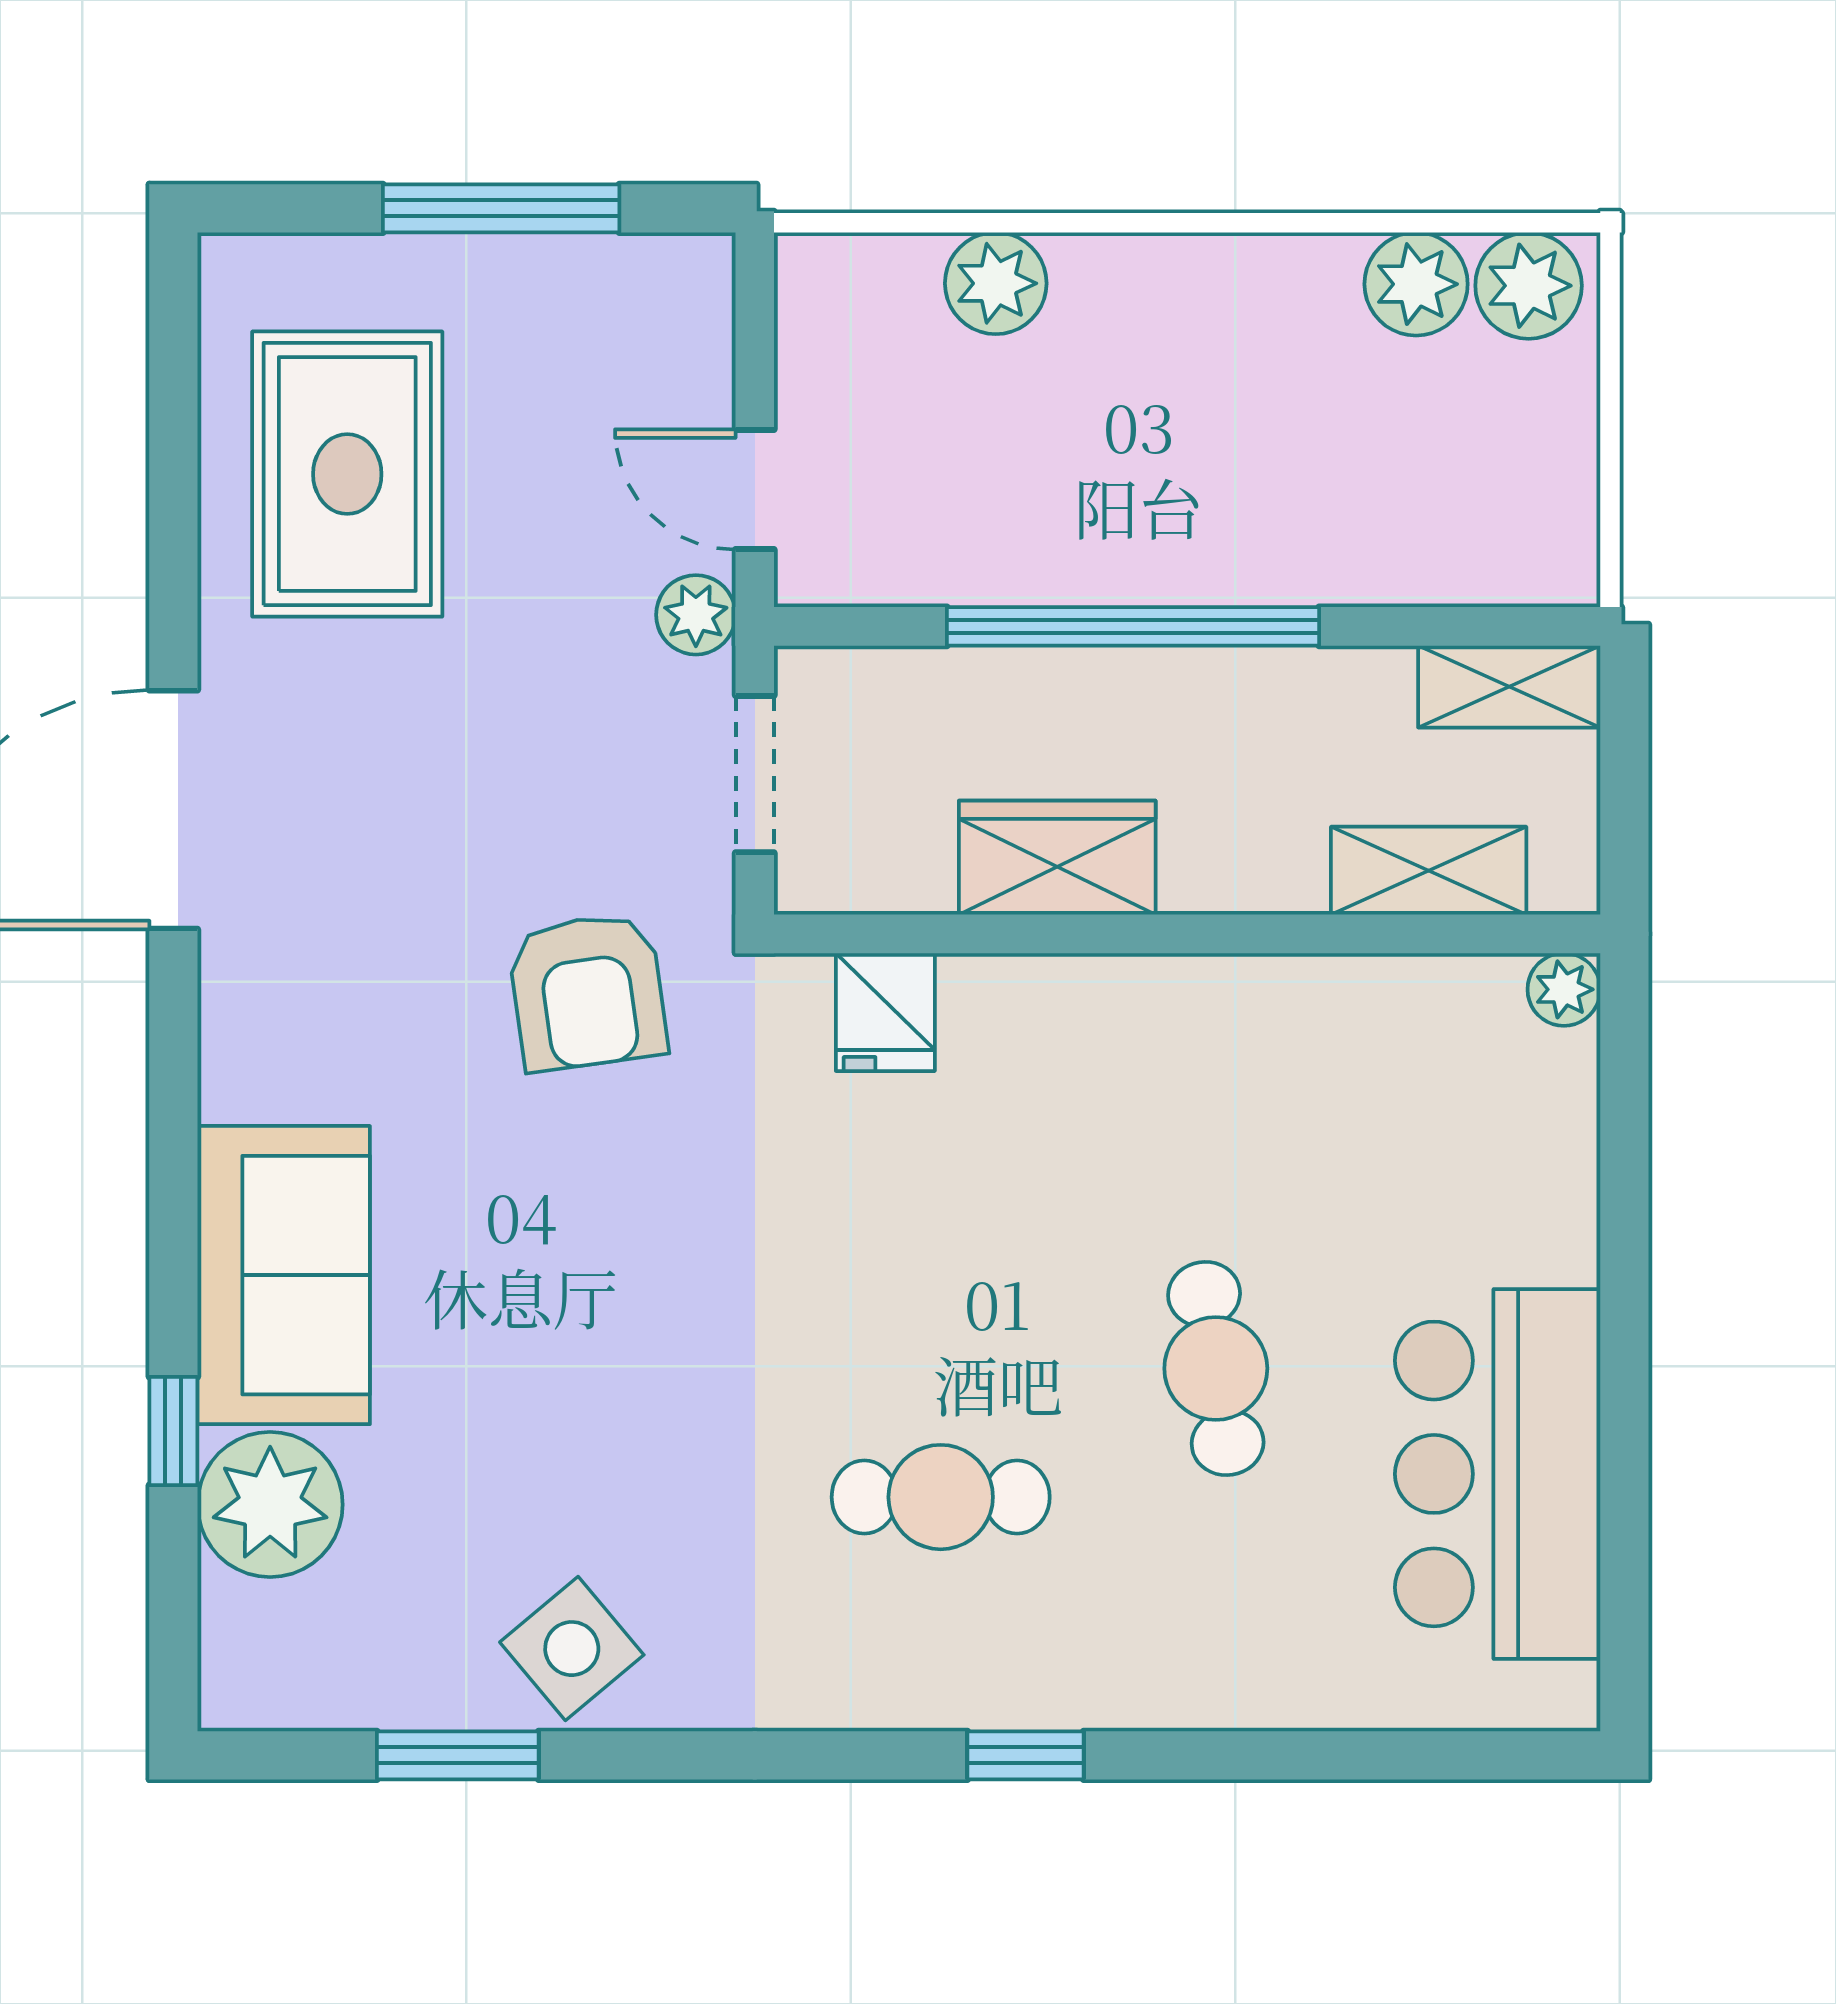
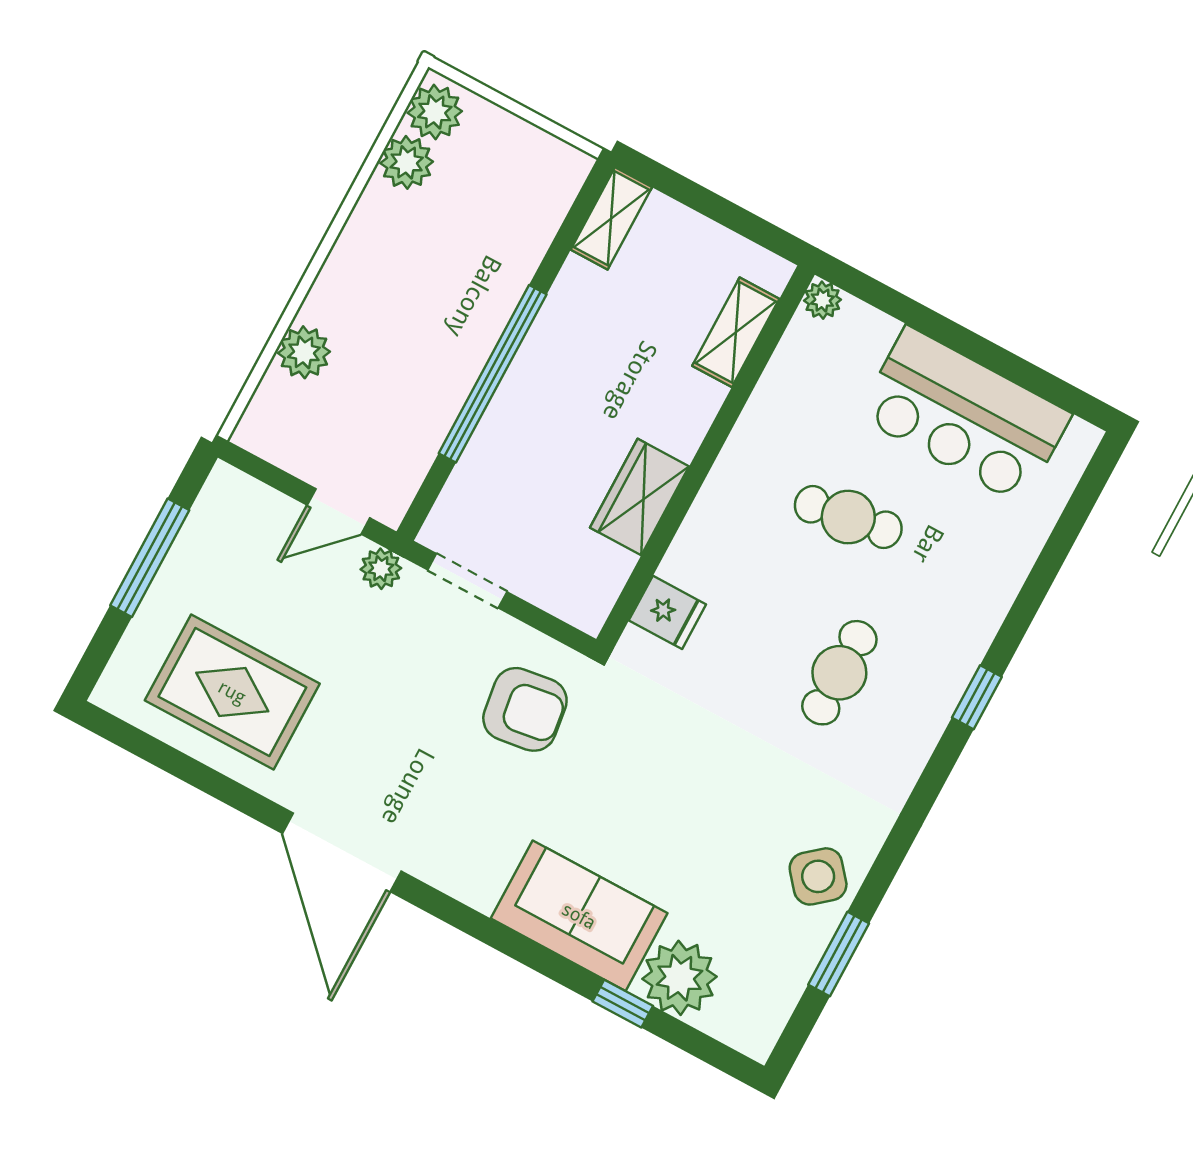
wardrobe: (1057, 858) -> (639, 497), moved
shelving: (1429, 871) -> (736, 332), moved
wall: (1187, 934) -> (706, 457), moved
plant: (1564, 989) -> (822, 300), moved
fridge: (885, 1012) -> (667, 612), moved

